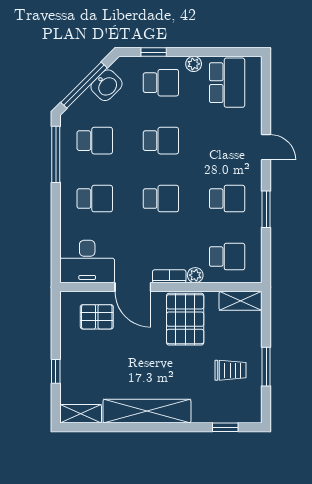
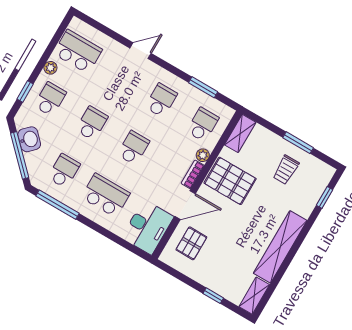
school desk: (95, 199) -> (106, 195), width x1.85
window: (266, 209) -> (203, 87), moved
trolley: (231, 370) -> (286, 170), turned 180

